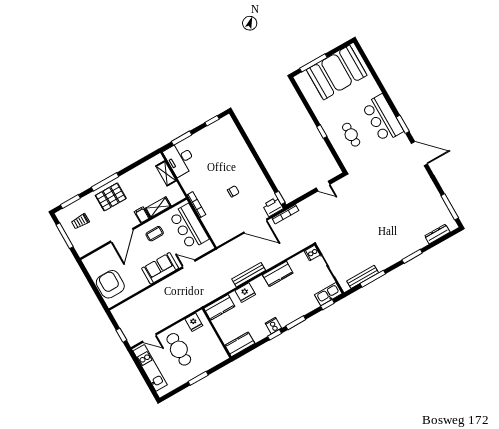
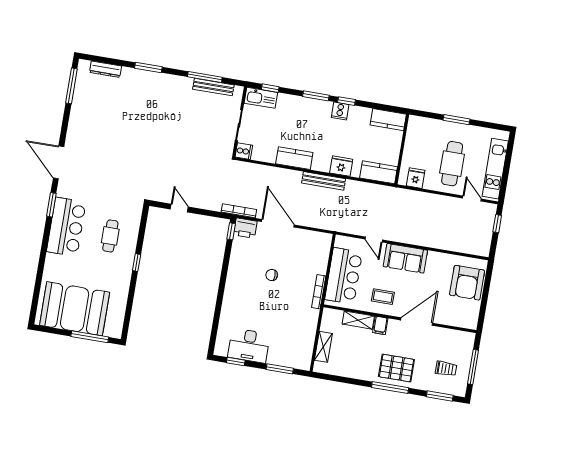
desk: (180, 159) -> (249, 346), moved, turned 90

